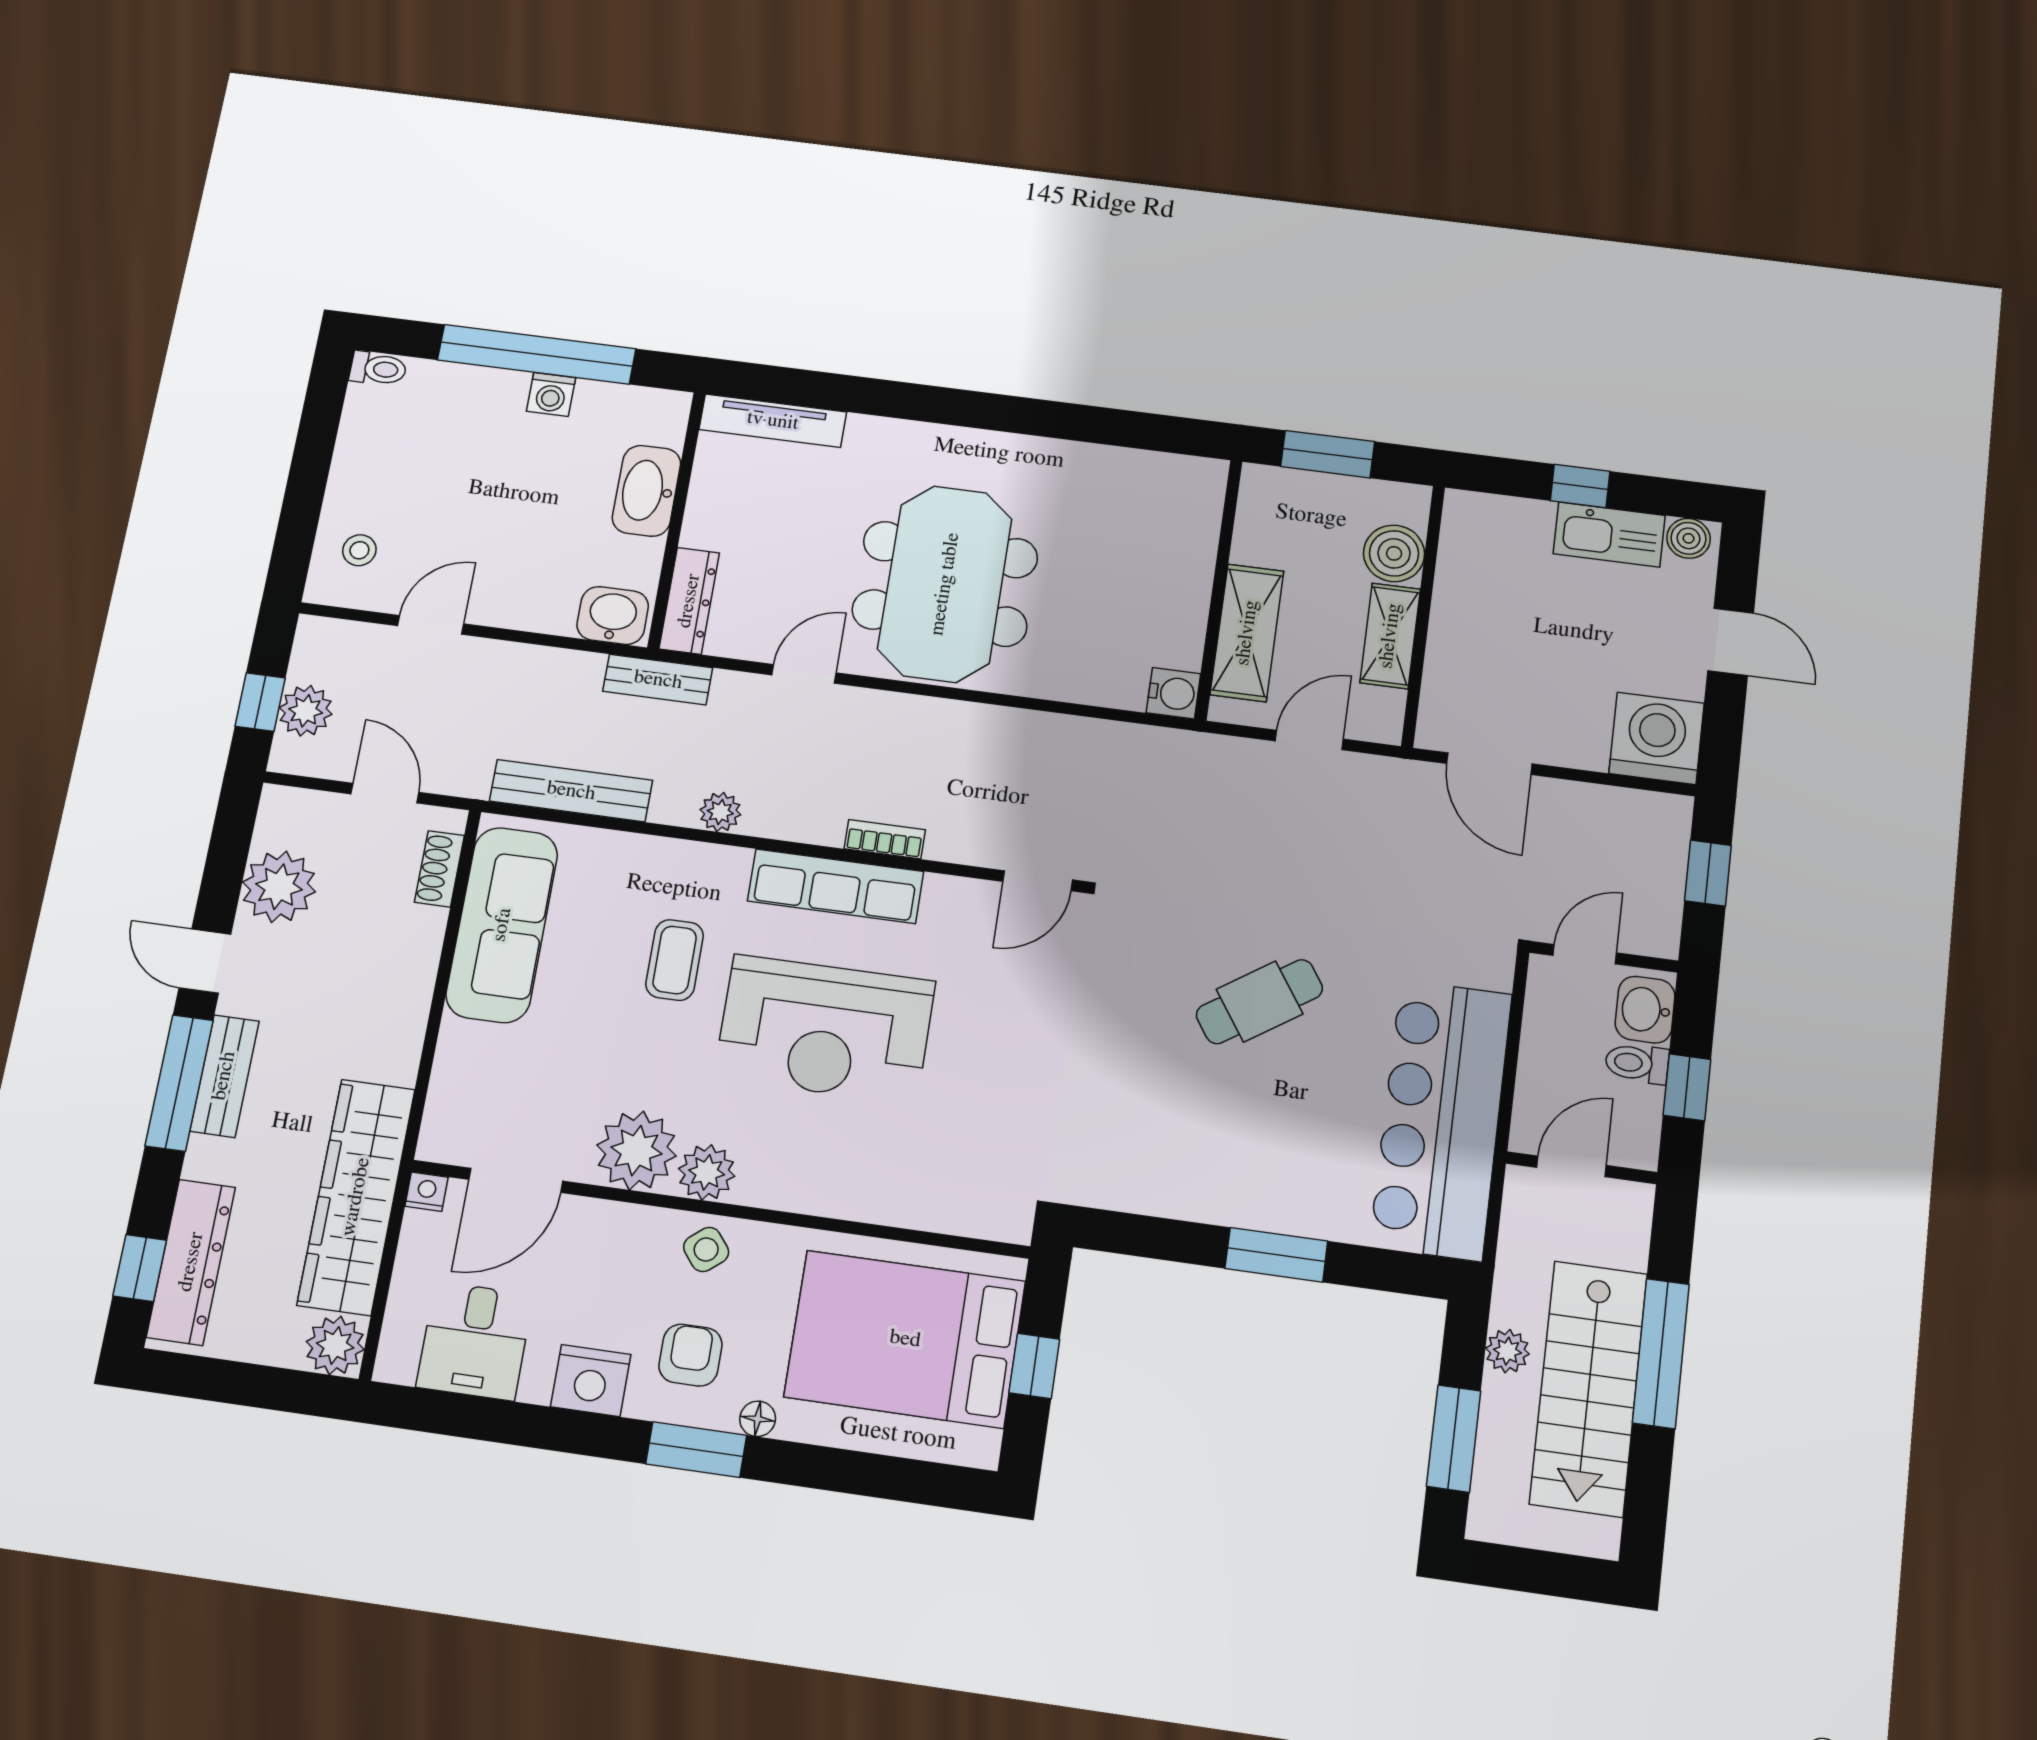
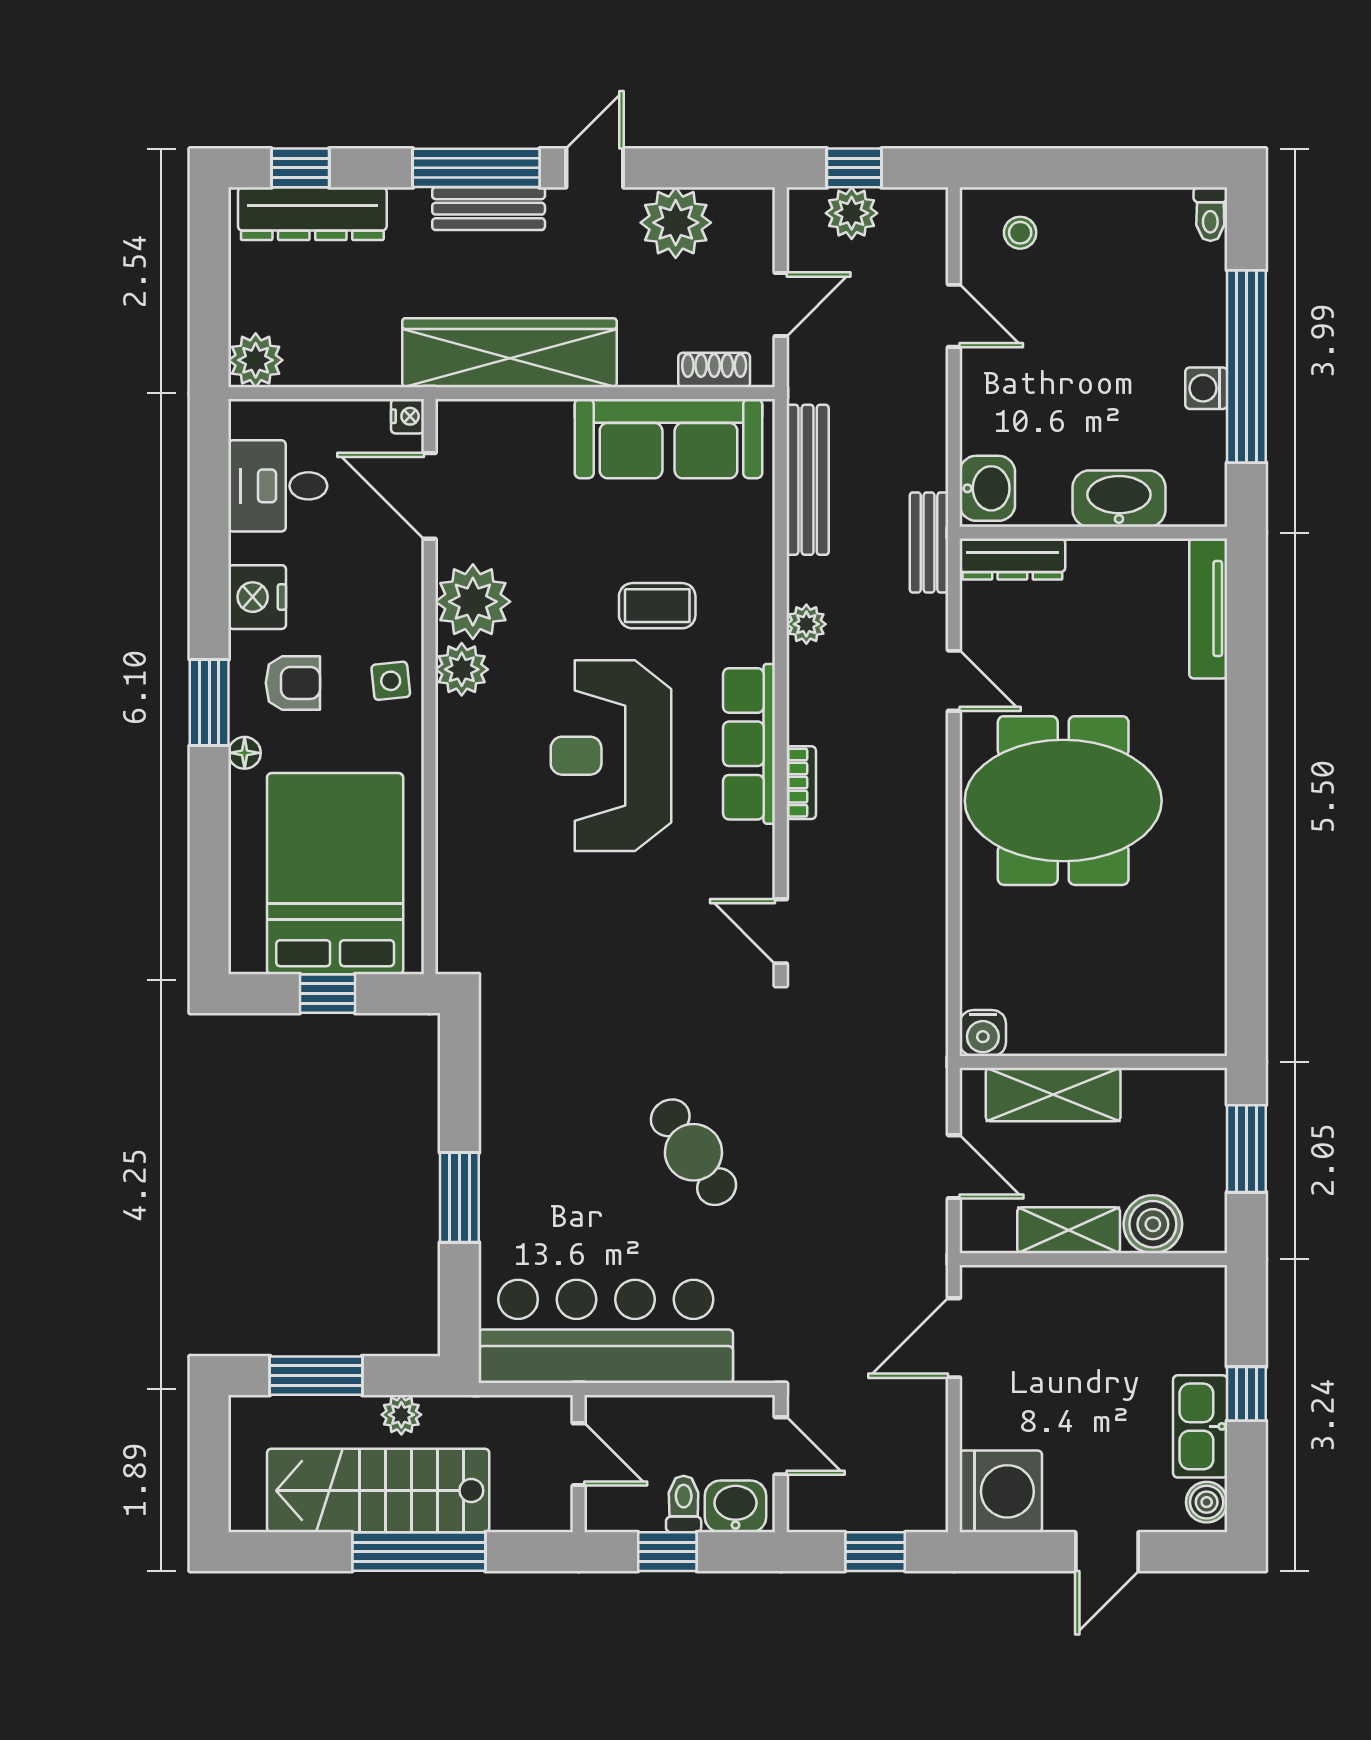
wardrobe: (356, 1197) -> (509, 353), moved
side table: (706, 1249) -> (391, 681), turned 33

